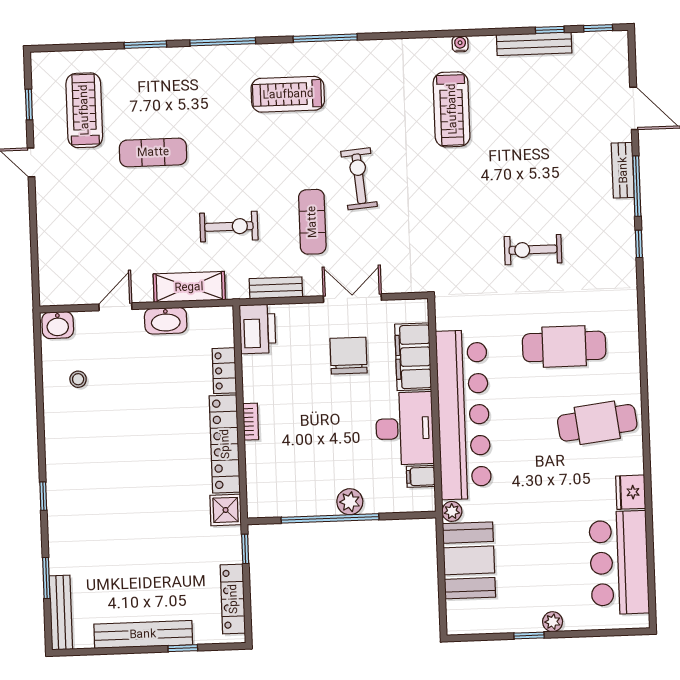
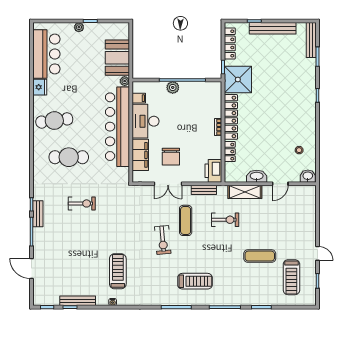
bench: (623, 170) -> (38, 214), moved
exercise bike: (229, 227) -> (225, 220), turned 180
shower: (226, 510) -> (238, 79), width x1.86, depth x1.86

